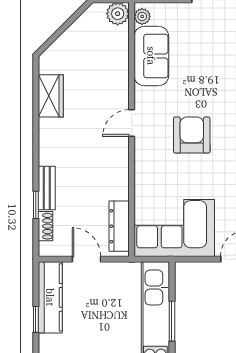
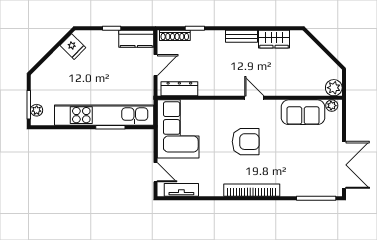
bench: (47, 188) -> (241, 36), moved
shoe rack: (46, 226) -> (175, 35), width x1.43
kitchen counter: (50, 297) -> (136, 39), width x0.67

